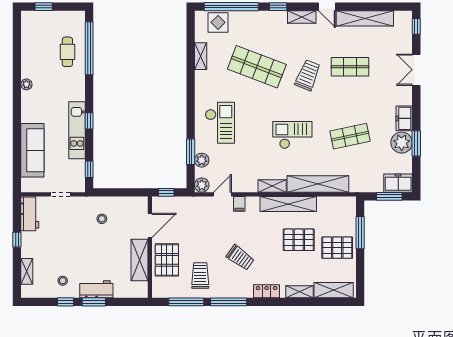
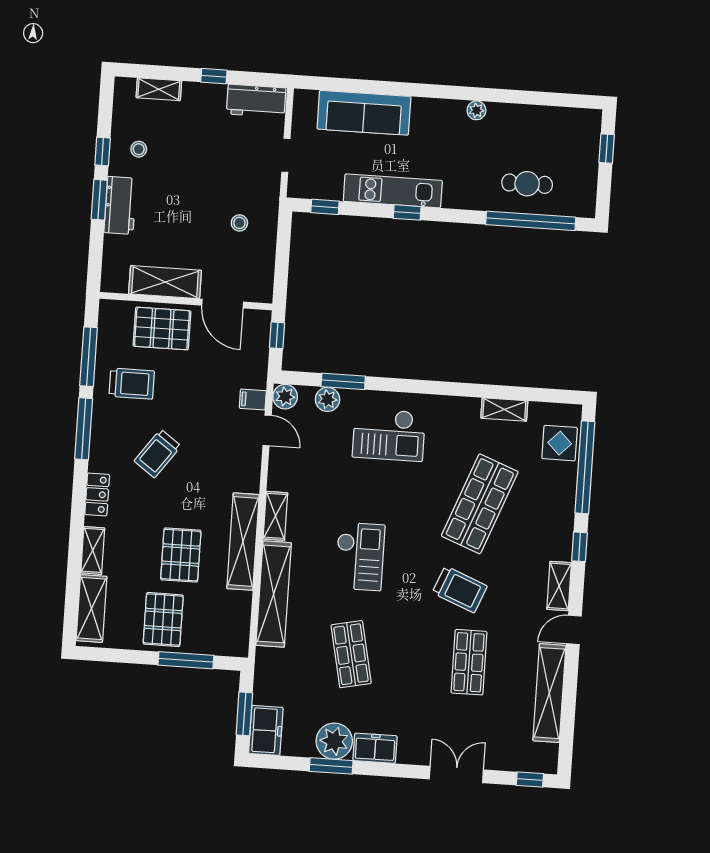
filing cabinet: (239, 204) -> (253, 399), moved

